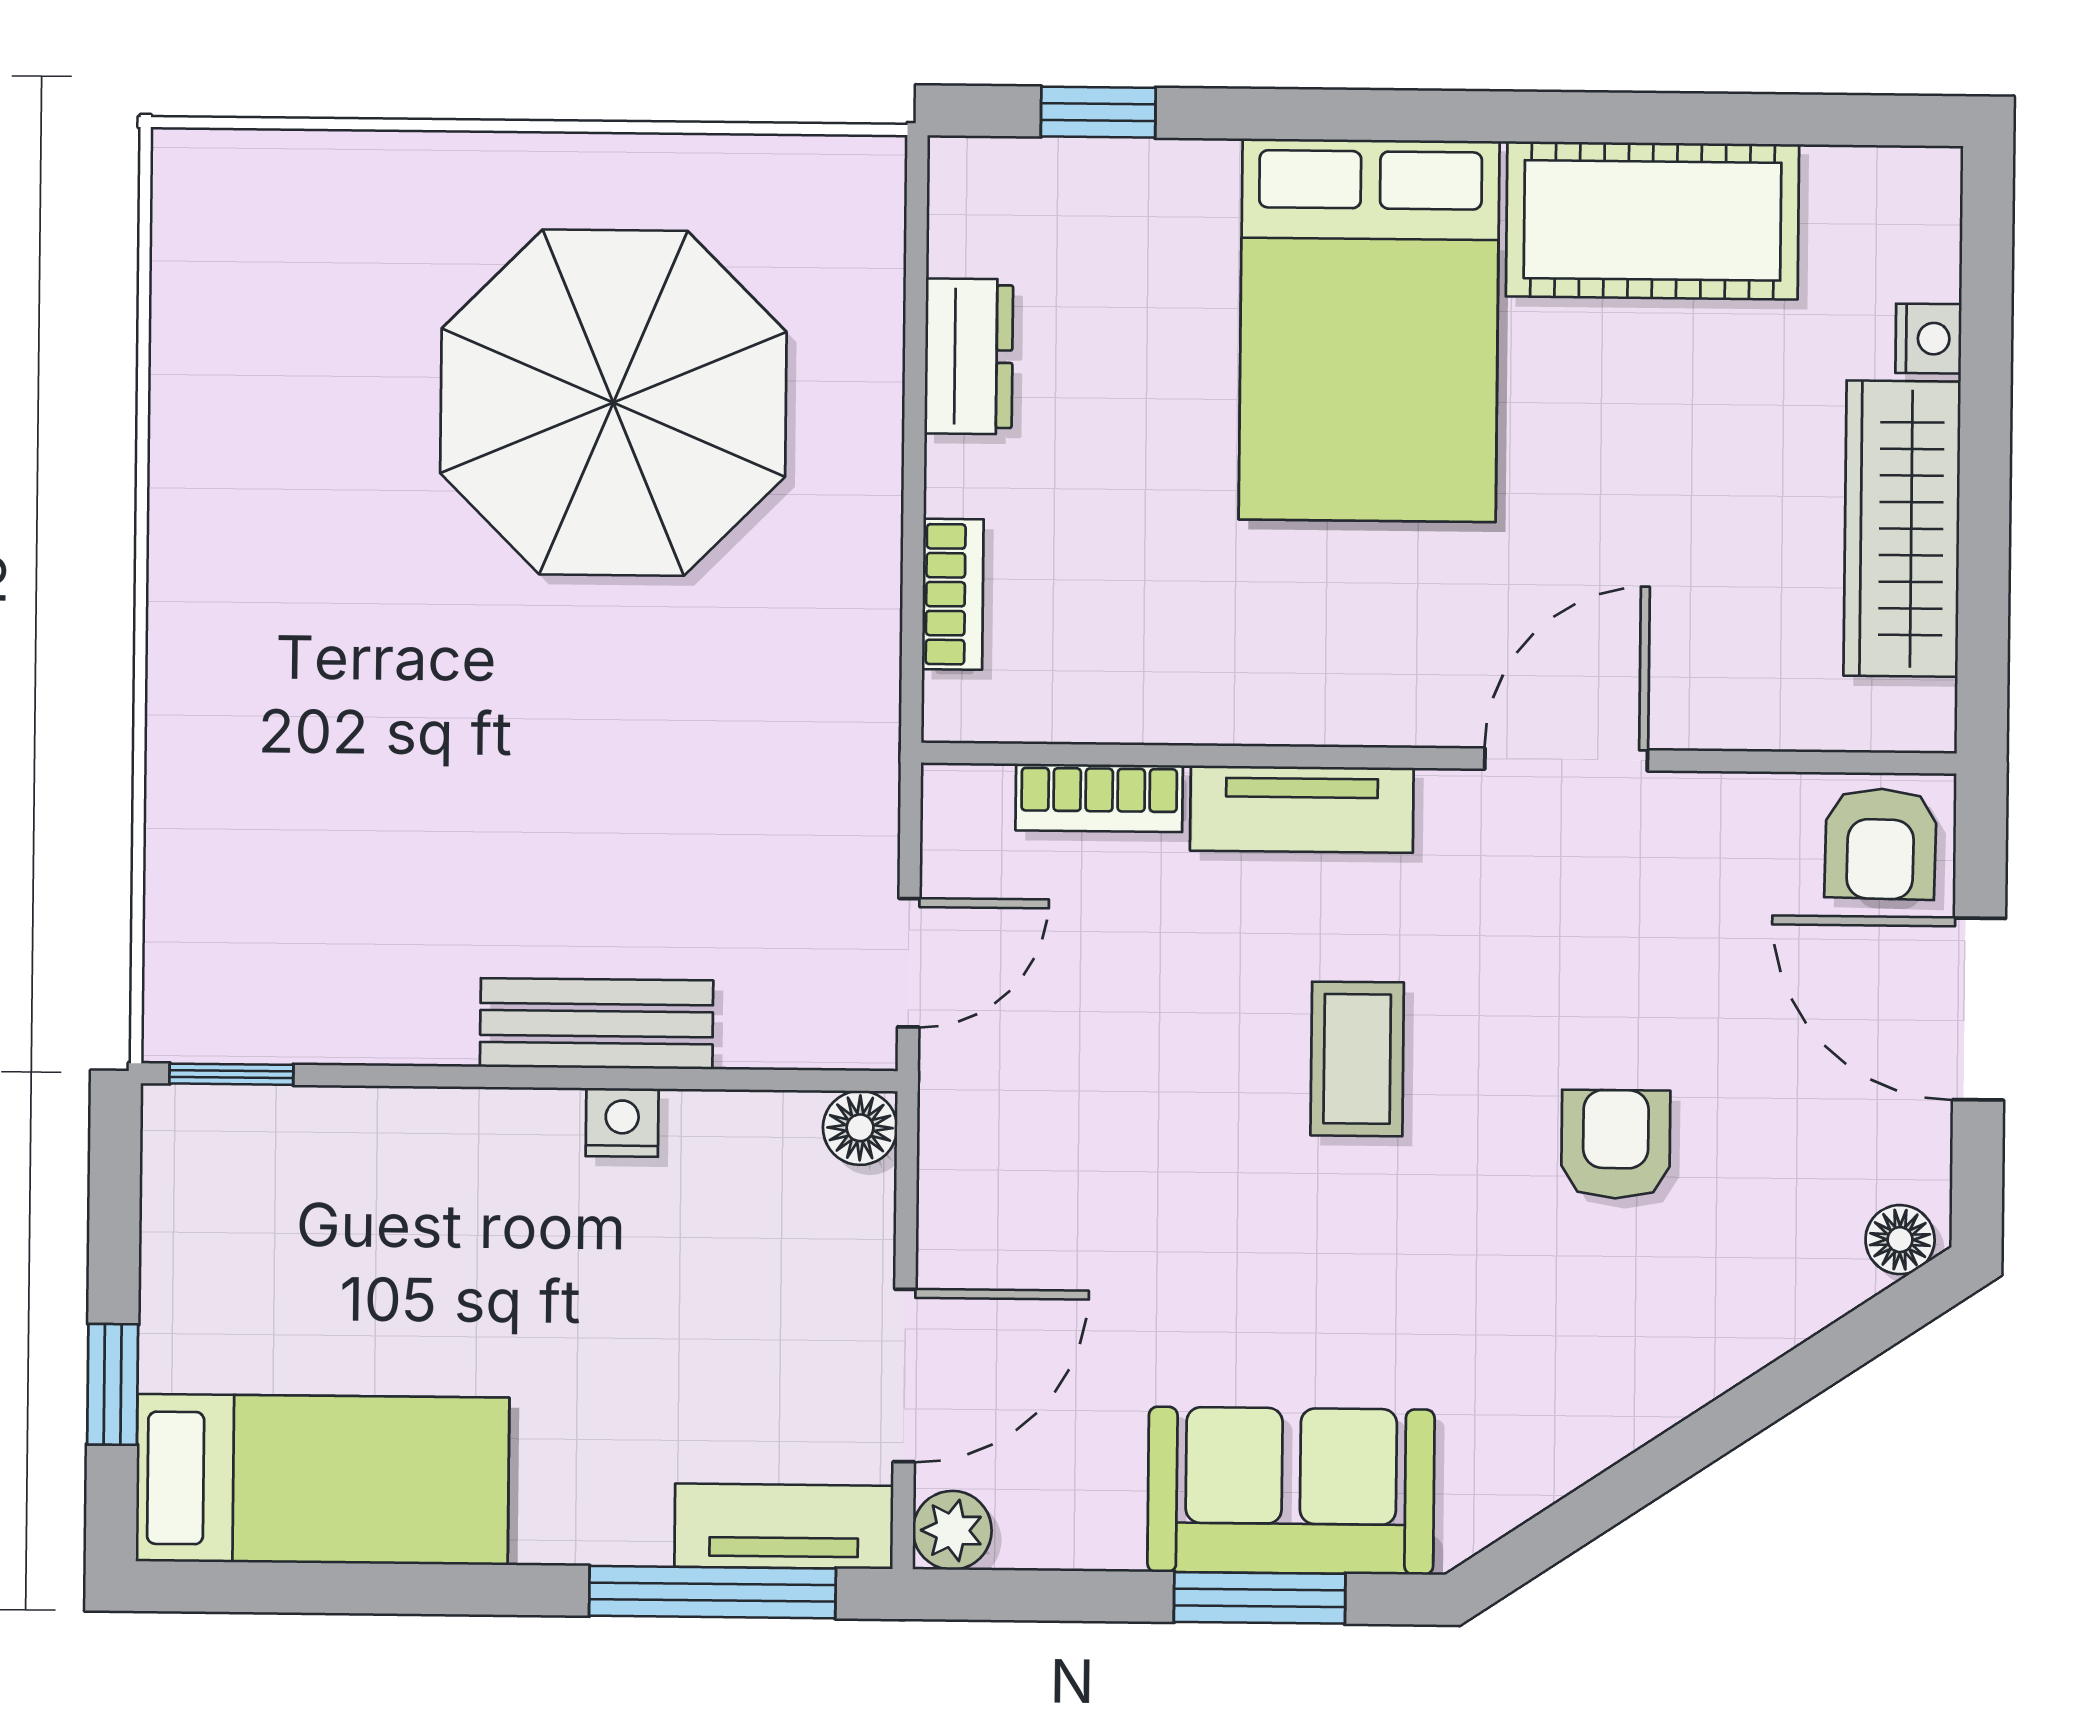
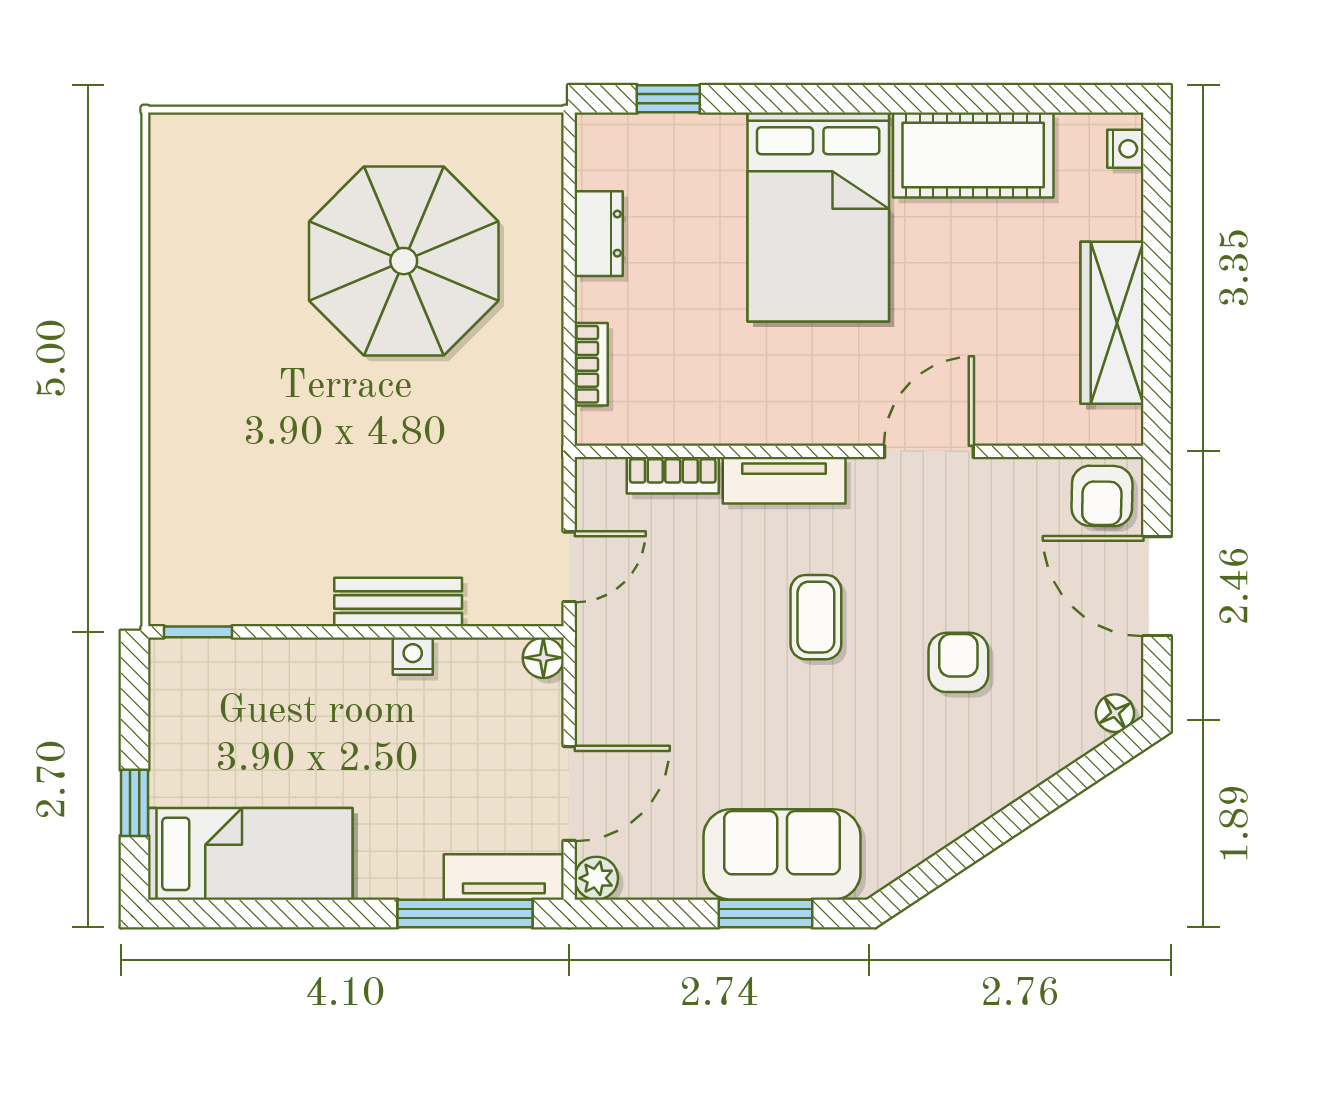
nightstand: (1928, 339) -> (1125, 149), moved

